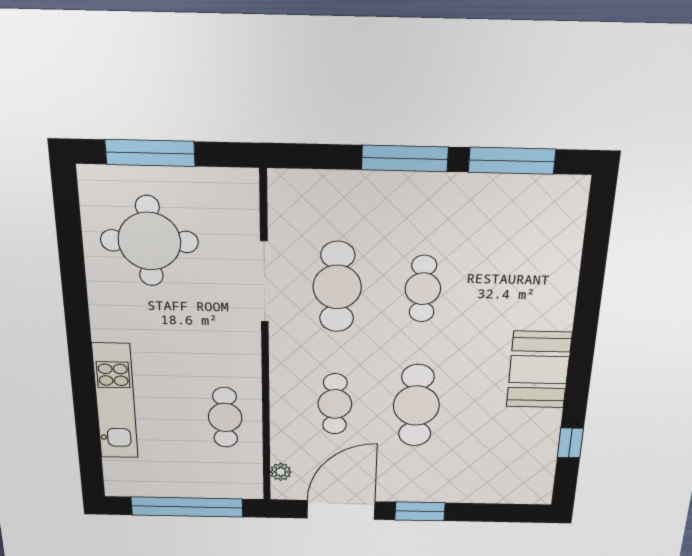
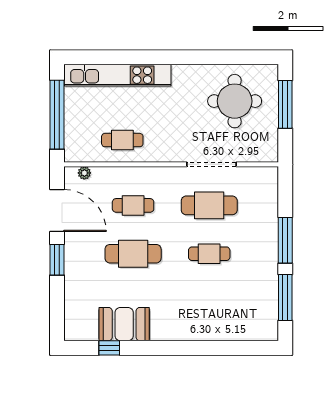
booth: (539, 370) -> (124, 324), moved
kitchen unit: (115, 401) -> (118, 75), width x1.36

